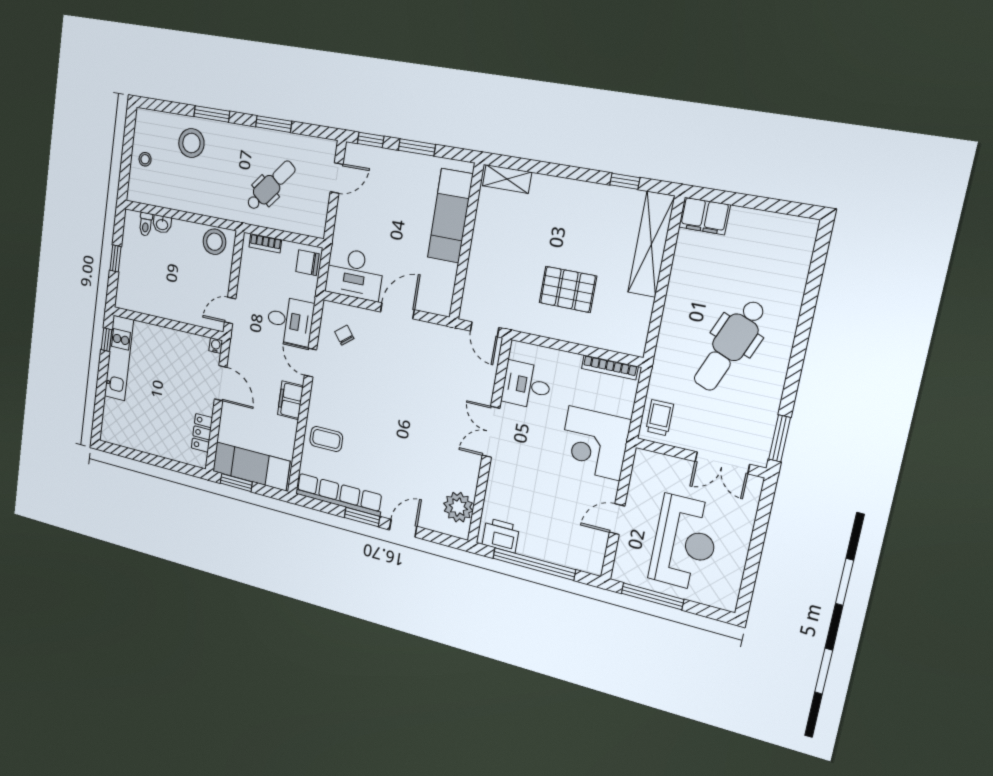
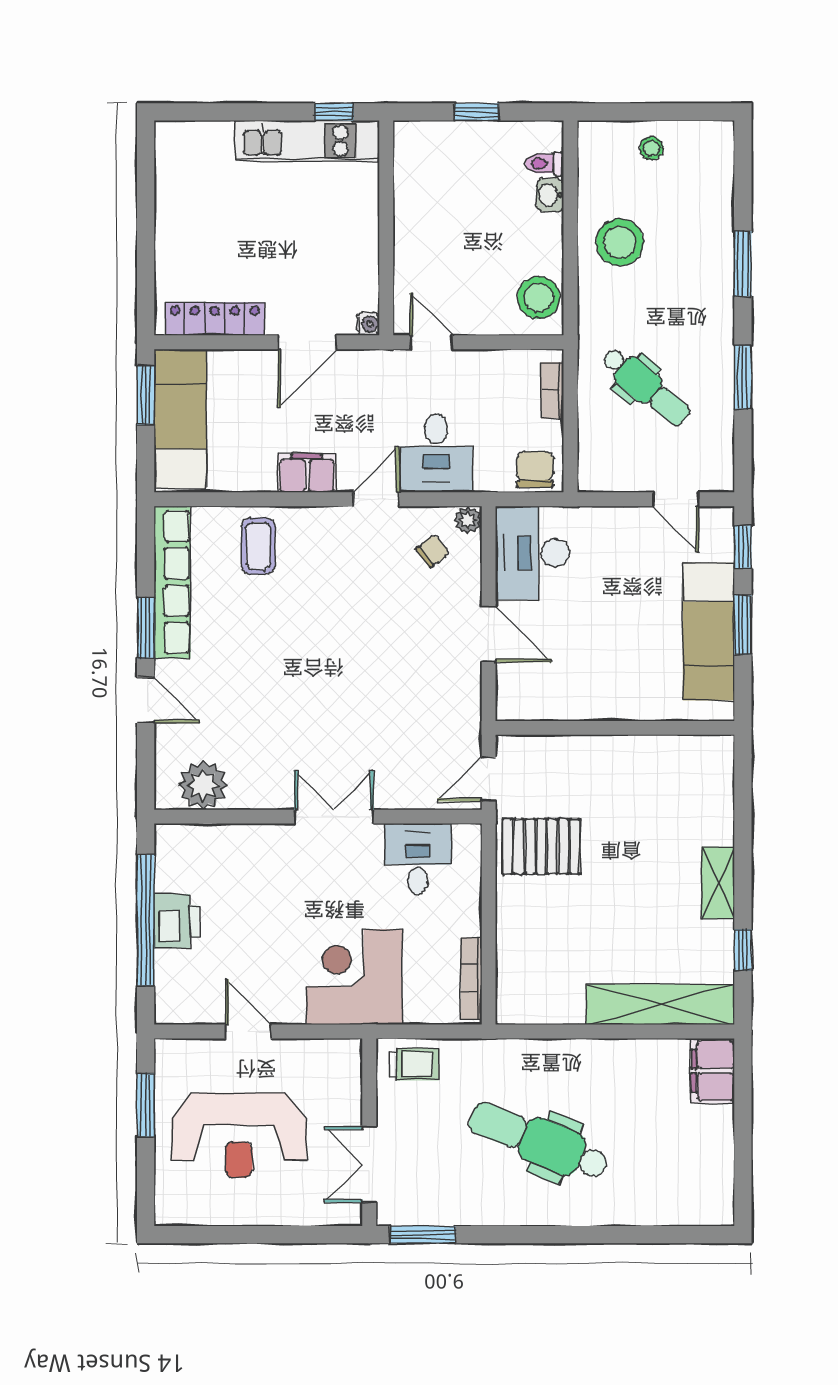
stool: (191, 143) -> (620, 242), moved
shelving: (507, 179) -> (718, 883), moved
exam couch: (450, 216) -> (709, 632), moved, turned -90
pallet: (568, 289) -> (541, 846), moved, turned 90
plant: (330, 310) -> (468, 520), added
locker: (202, 433) -> (215, 319), width x1.53
printer: (501, 535) -> (176, 921), moved
window: (652, 596) -> (146, 1105), width x0.69

